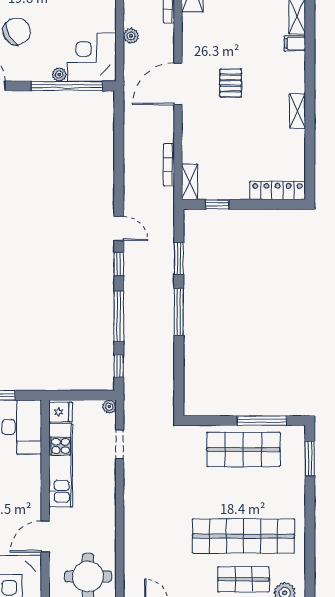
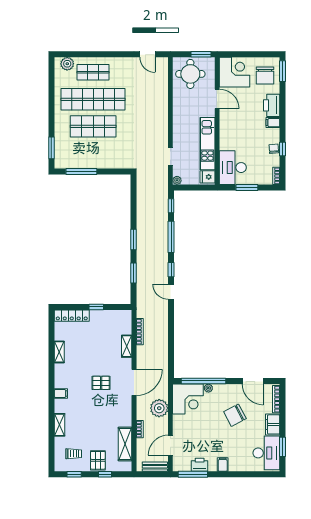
plant: (131, 36) -> (159, 408), width x1.87, depth x1.87
filing cabinet: (295, 43) -> (61, 394), moved
pallet: (231, 83) -> (101, 383), turned 90
shelving: (297, 111) -> (59, 352), moved
shelving: (190, 182) -> (127, 346), moved
window: (217, 204) -> (96, 307), moved
window: (179, 312) -> (133, 239), width x0.69
shop shelf: (243, 449) -> (93, 126), moved
door: (45, 537) -> (217, 99), hinge flipped

